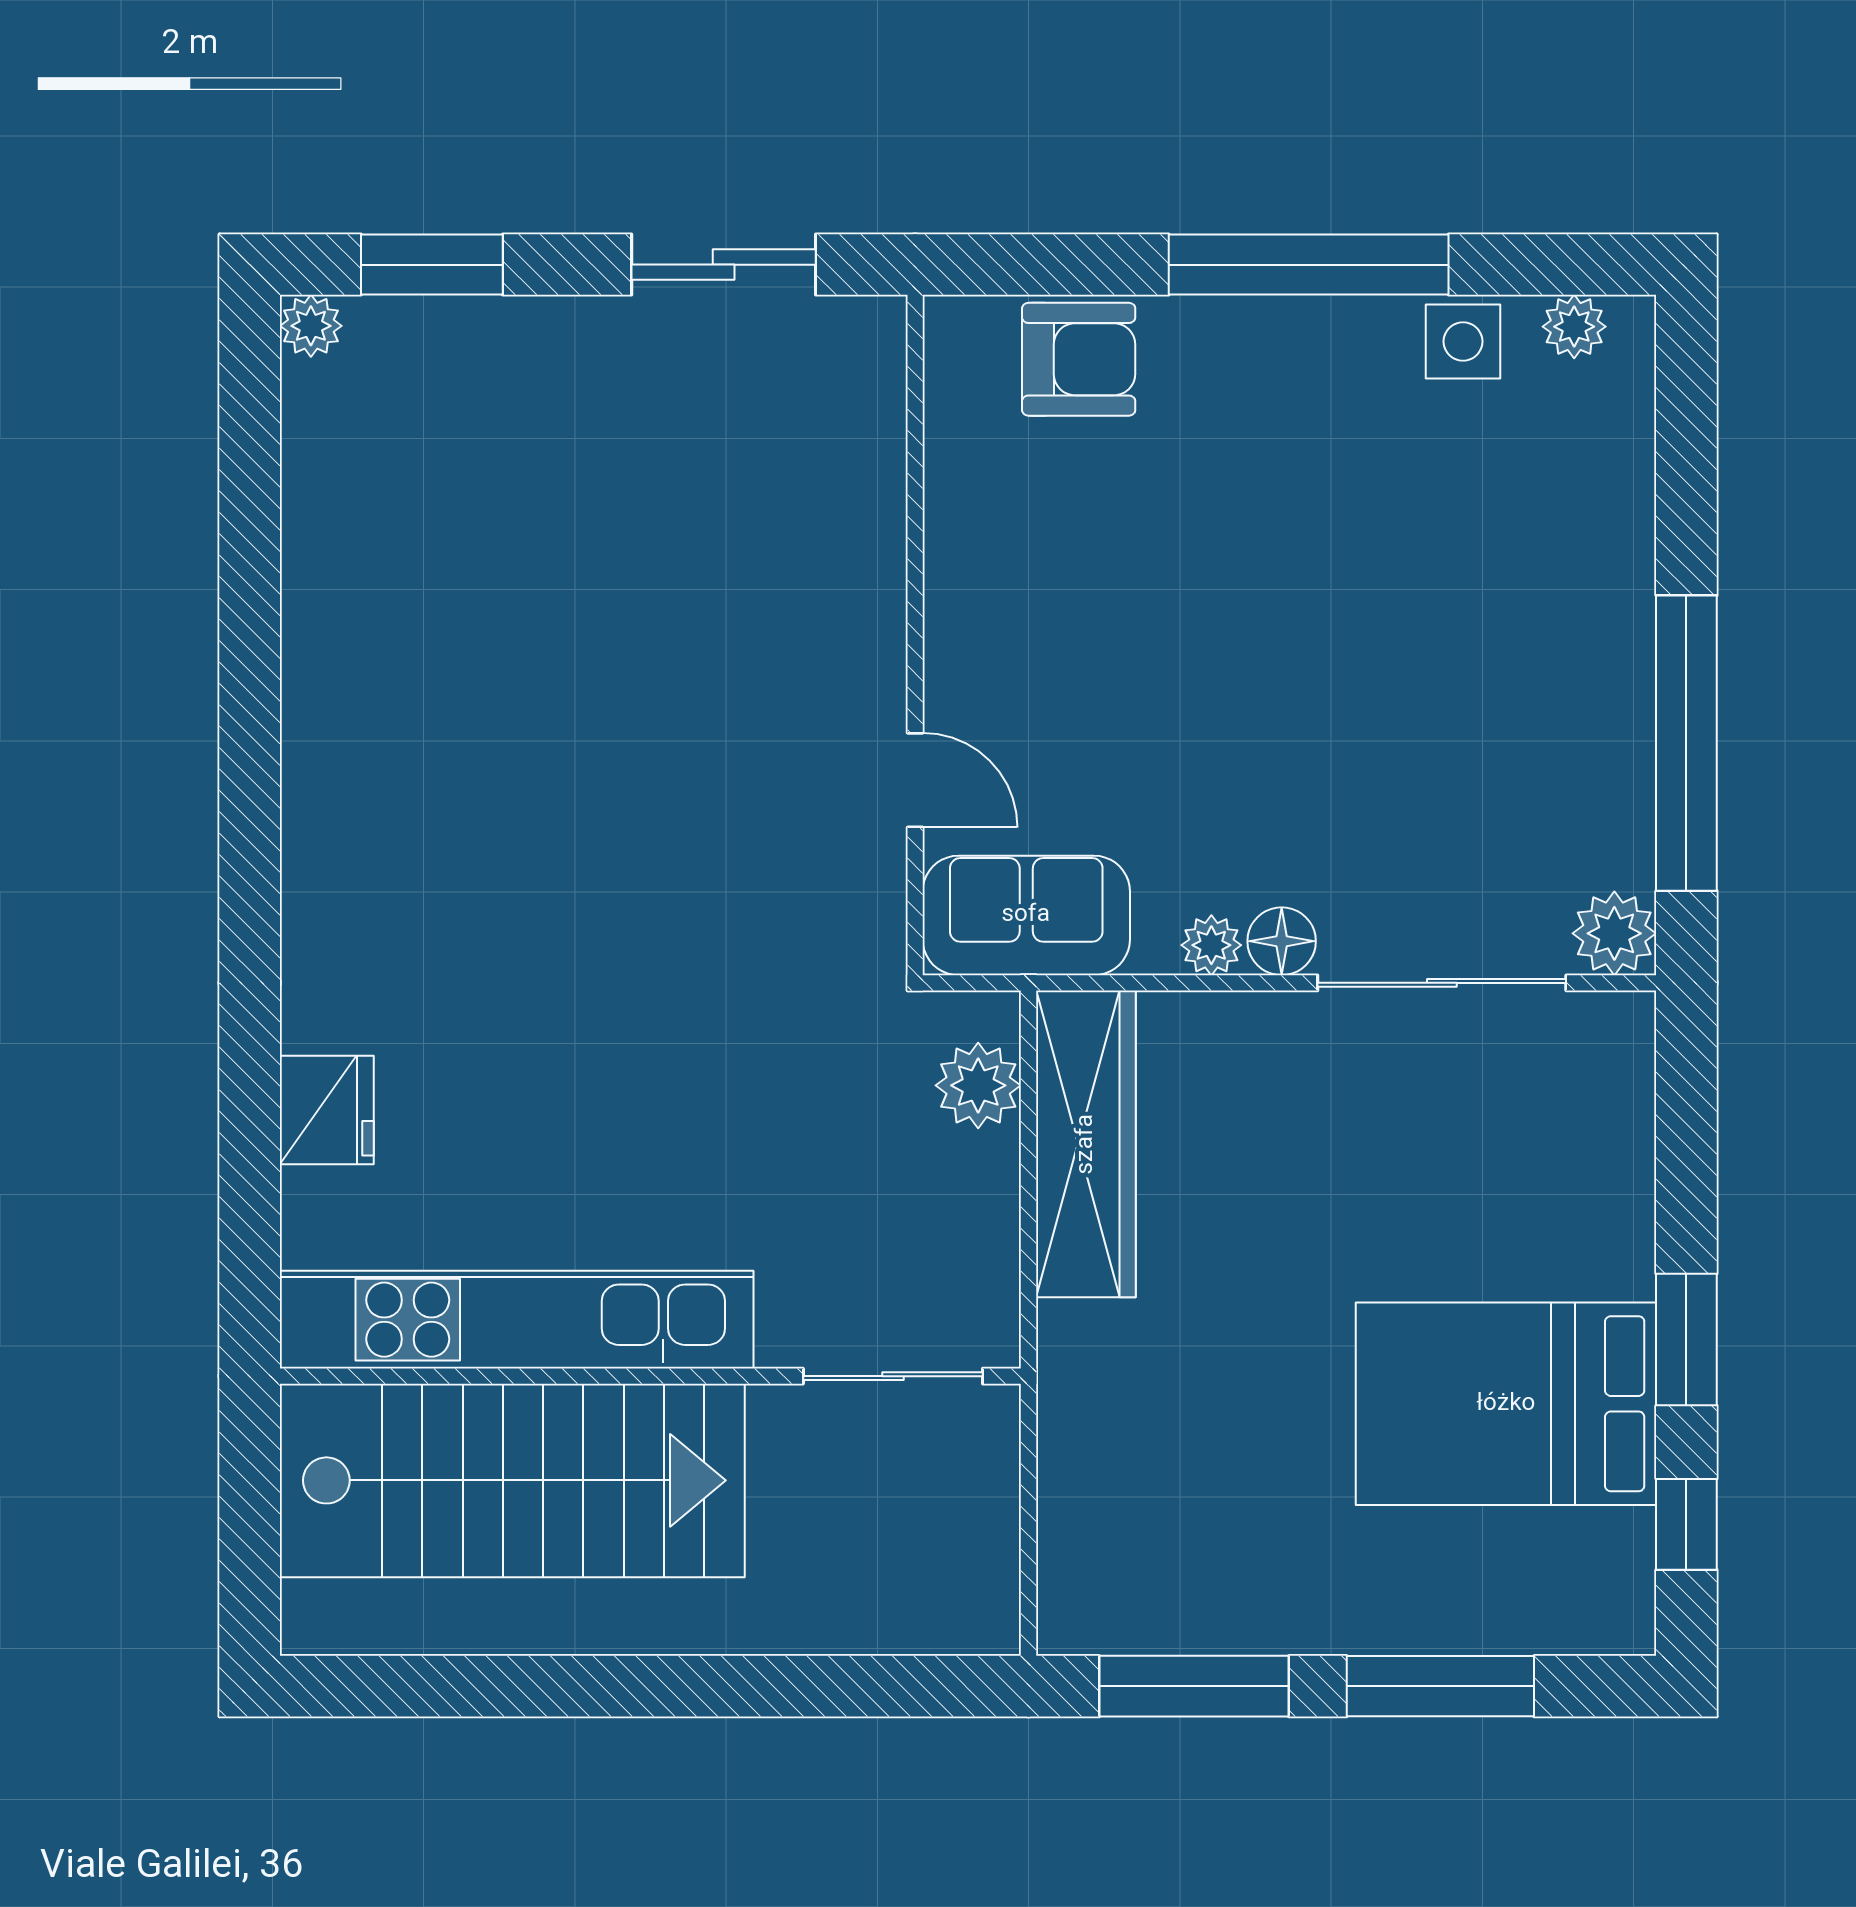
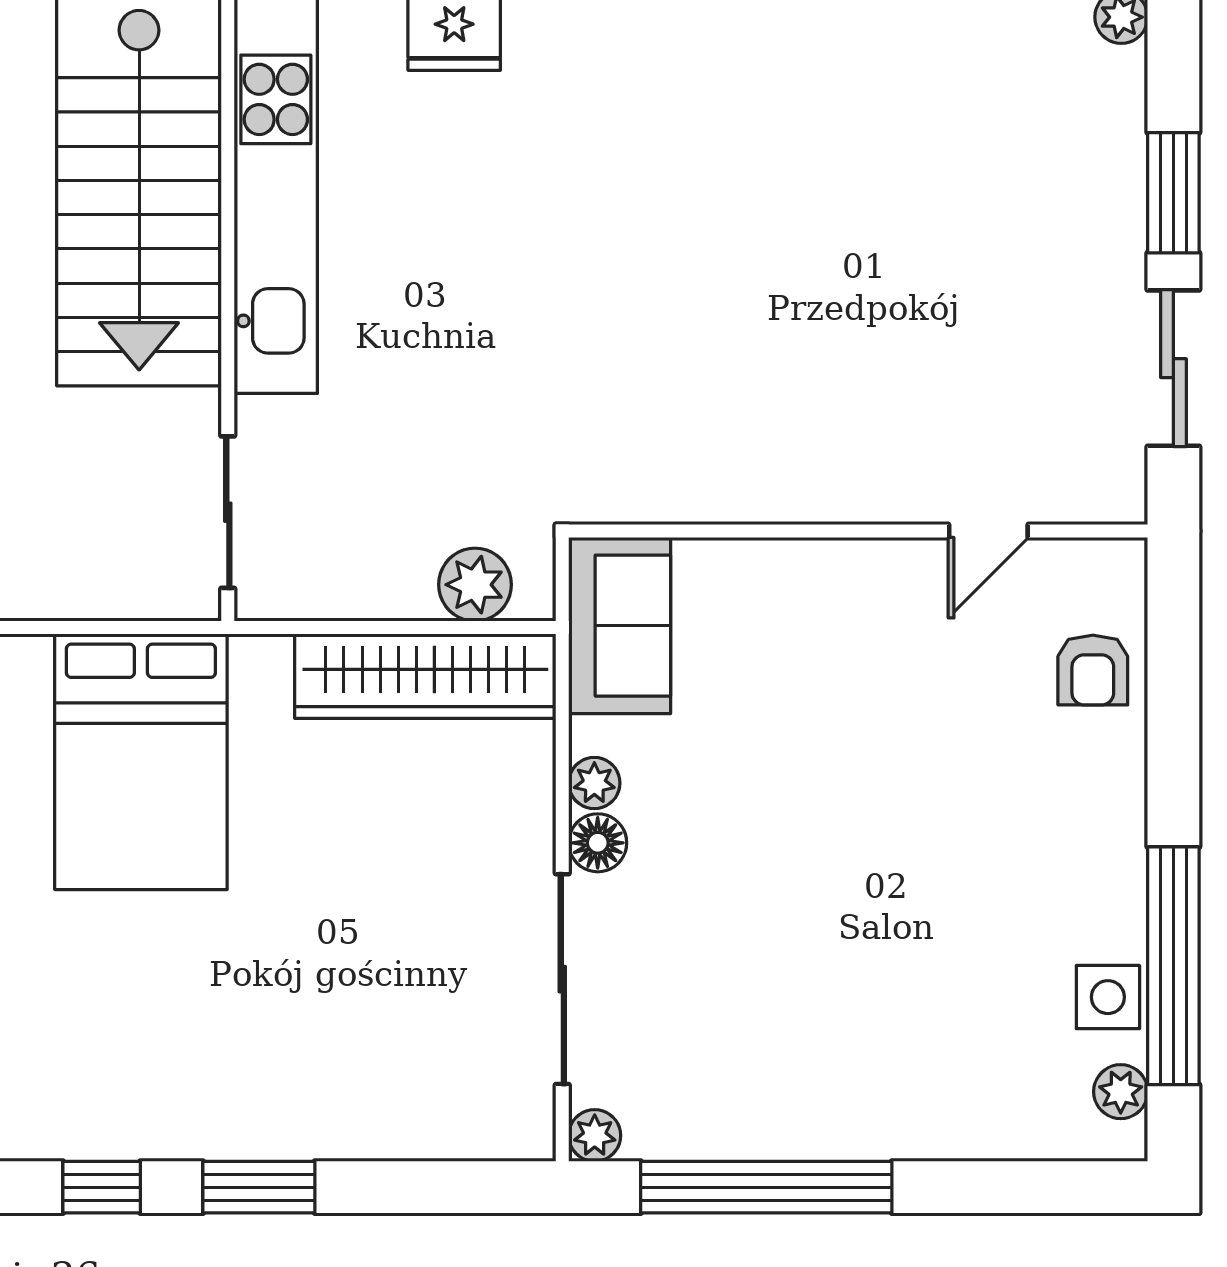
window: (432, 265) -> (1173, 193), moved
window: (1309, 265) -> (1173, 966), moved
armchair: (1079, 359) -> (1093, 670), width x0.72, depth x0.72
door: (915, 780) -> (988, 531), moved
plant: (1614, 933) -> (595, 1135), width x0.73, depth x0.73
bed: (1506, 1404) -> (141, 762), moved, turned 180

